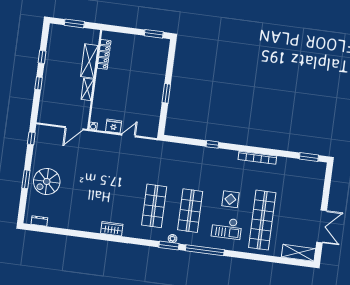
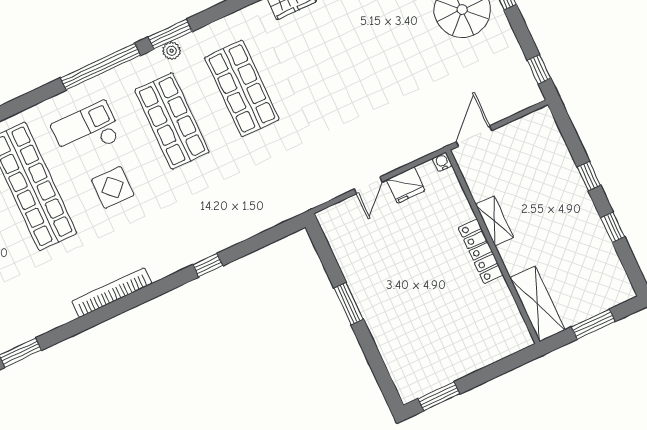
locker: (104, 54) -> (481, 251), moved
shelving: (89, 61) -> (537, 304), moved

